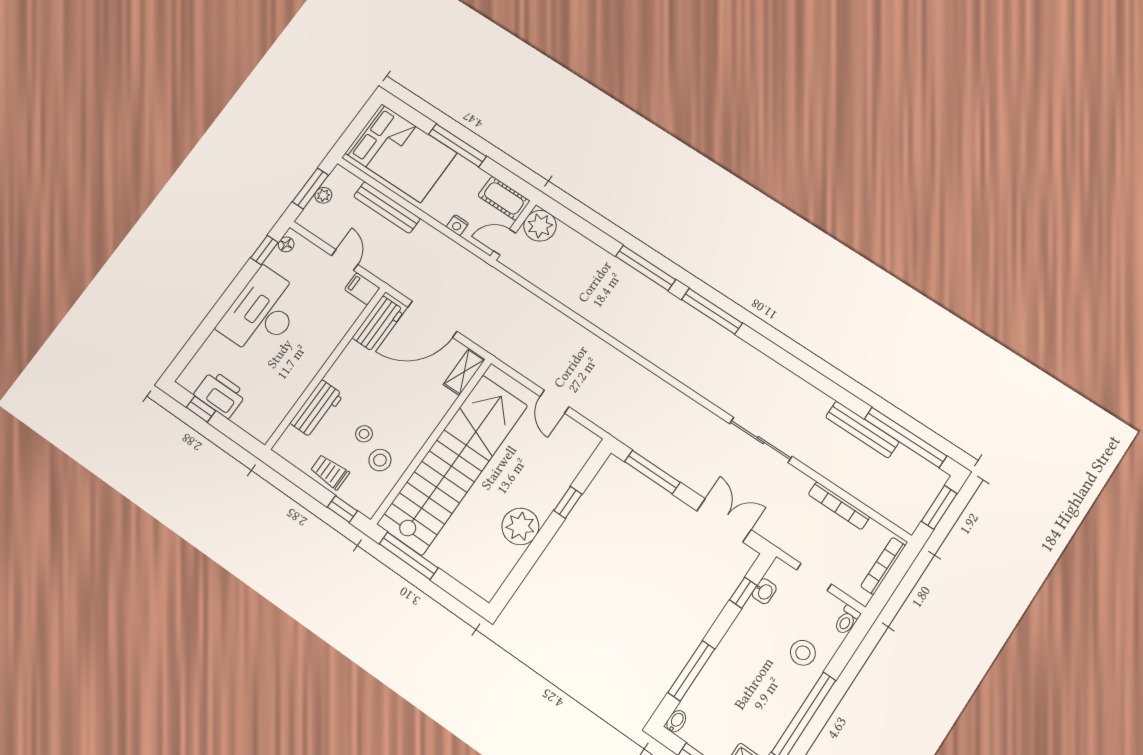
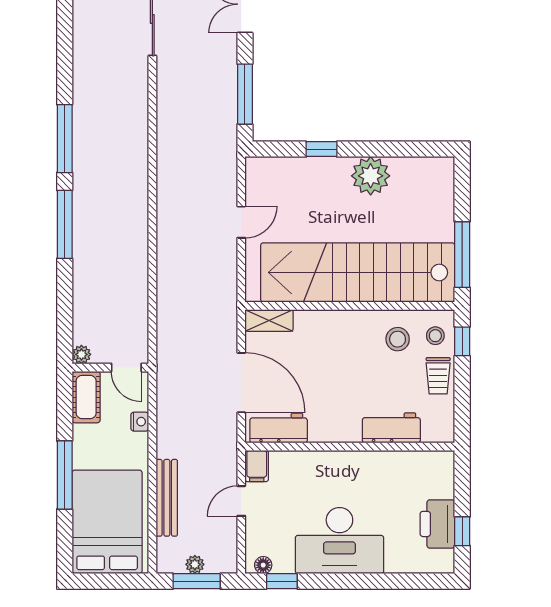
plant: (540, 226) -> (81, 354), width x0.53, depth x0.53
stool: (364, 434) -> (435, 336), moved

